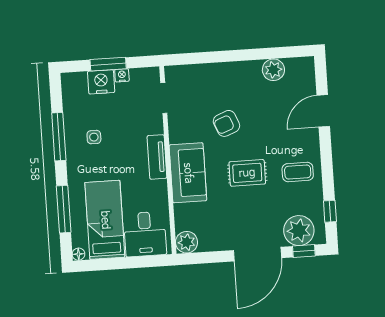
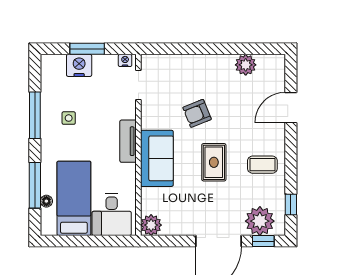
nightstand: (122, 75) -> (125, 60), moved
rug: (247, 173) -> (214, 162), turned 90
floor lamp: (78, 254) -> (46, 201), moved

